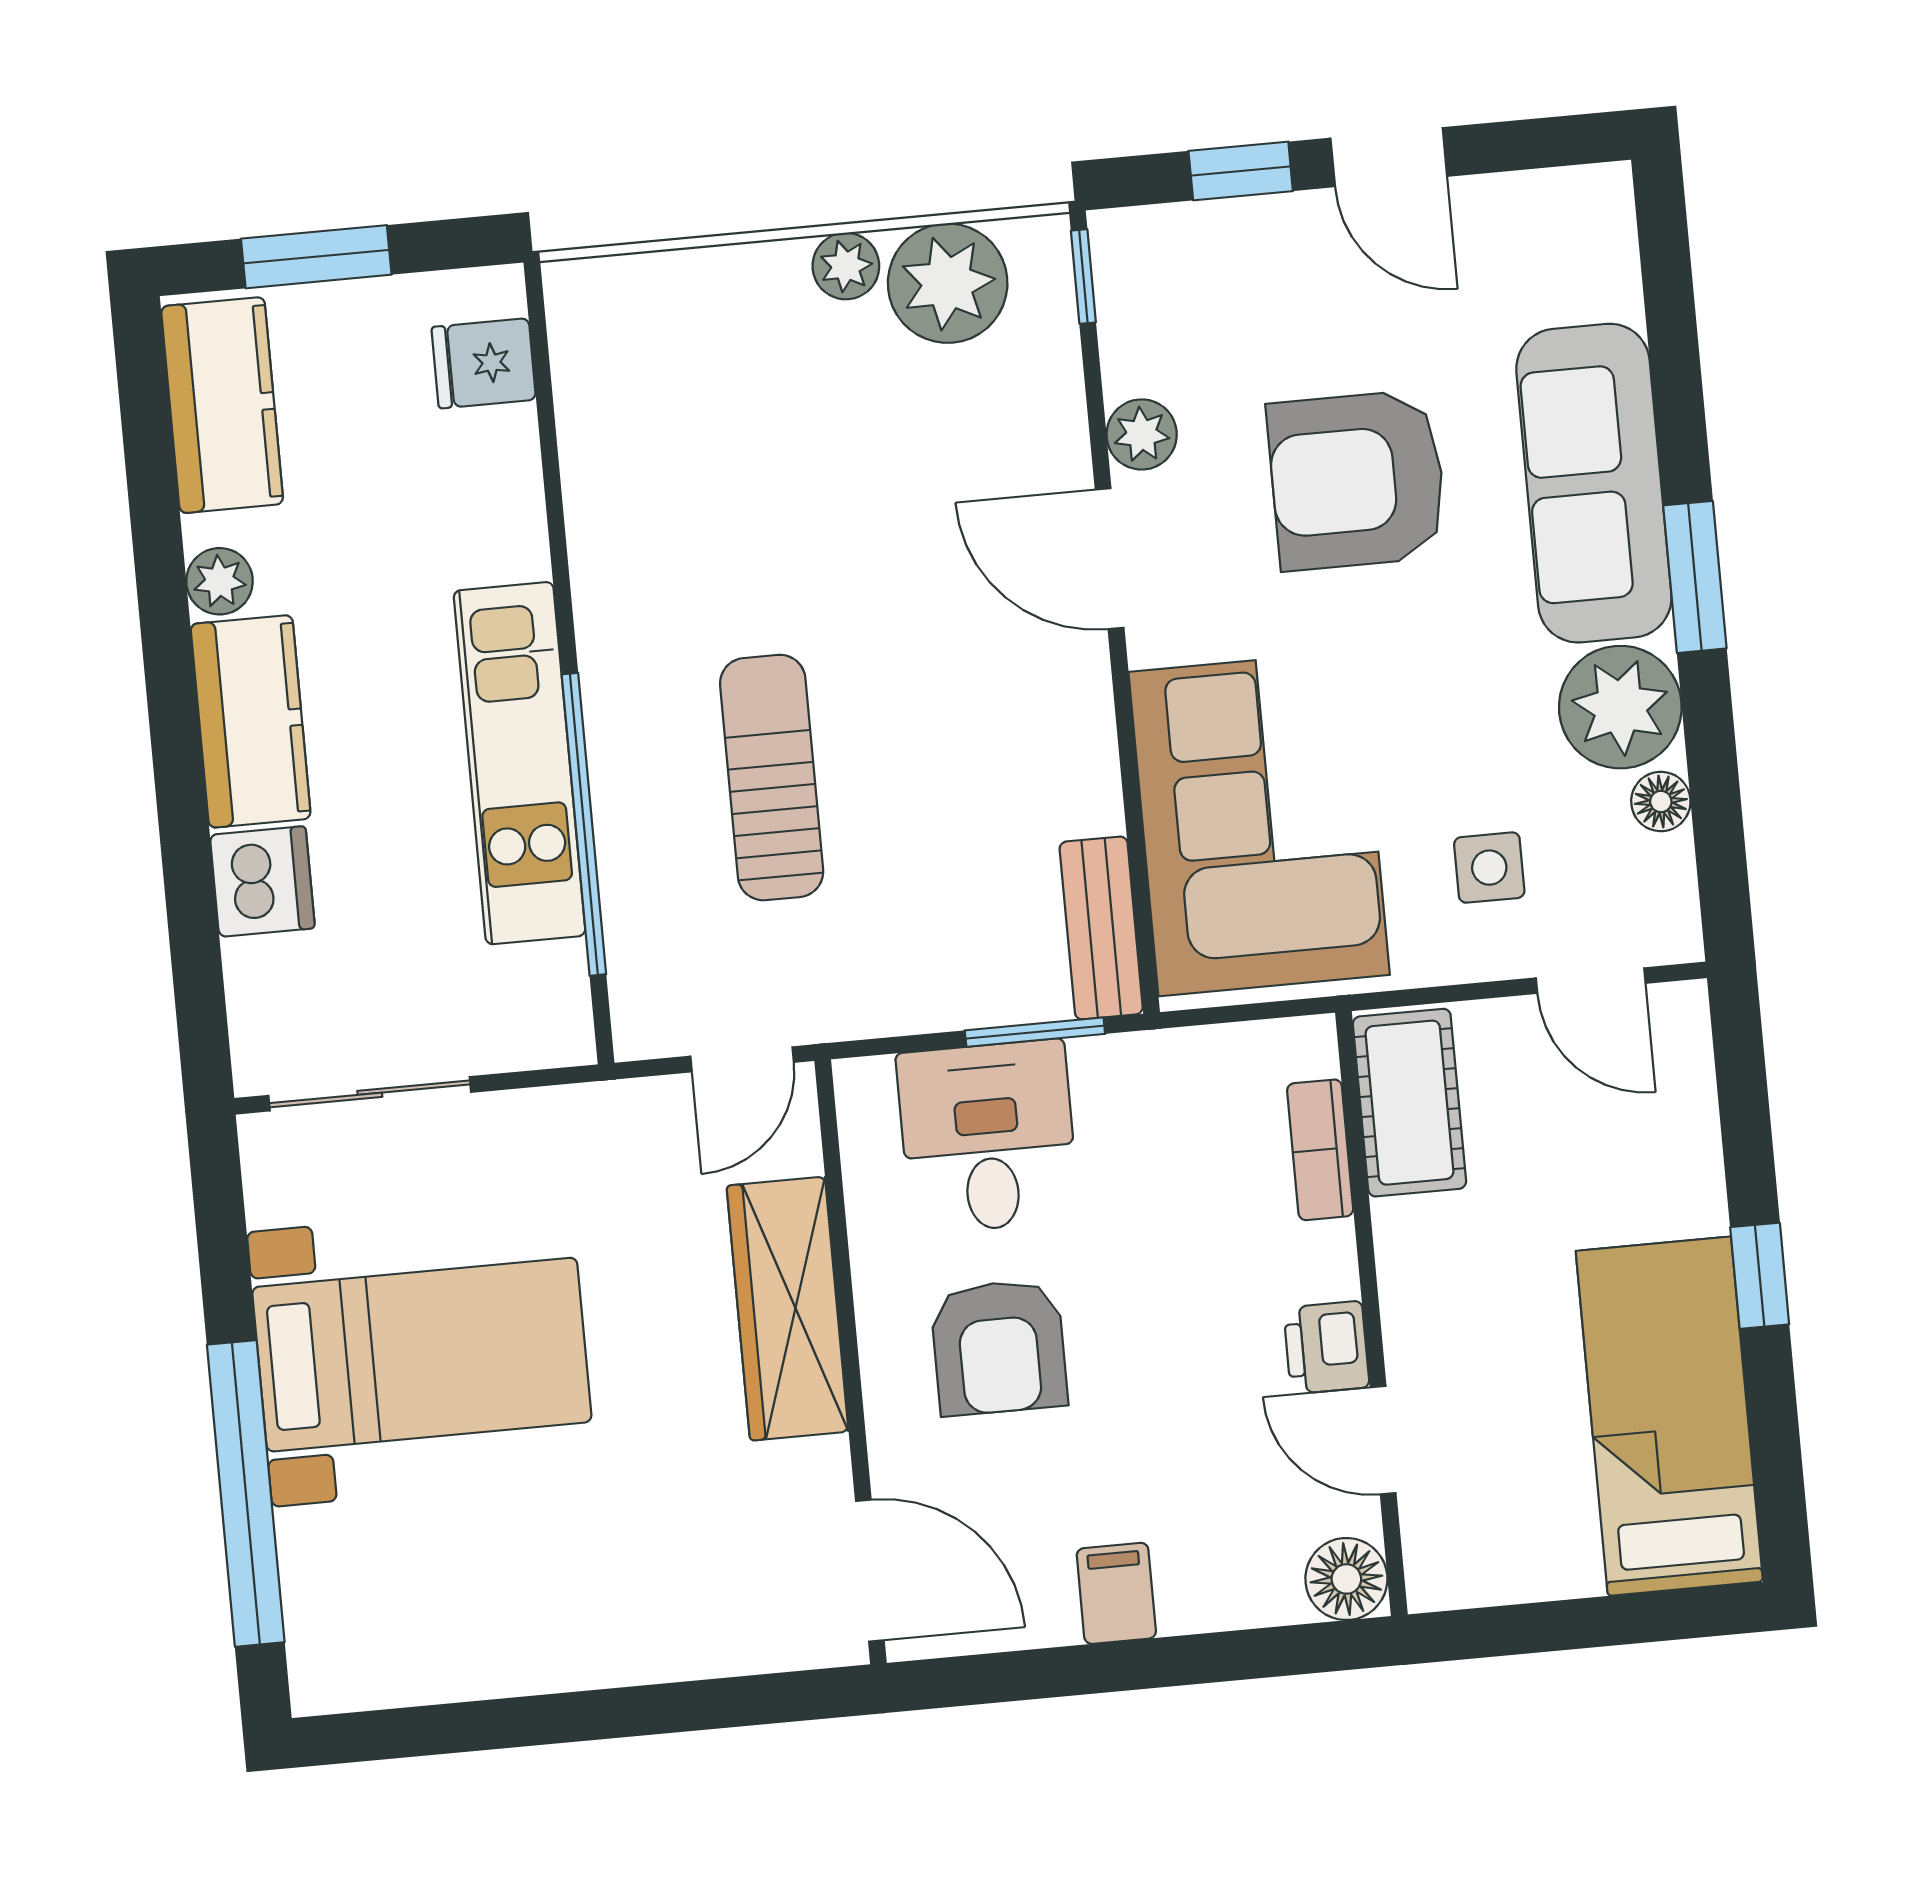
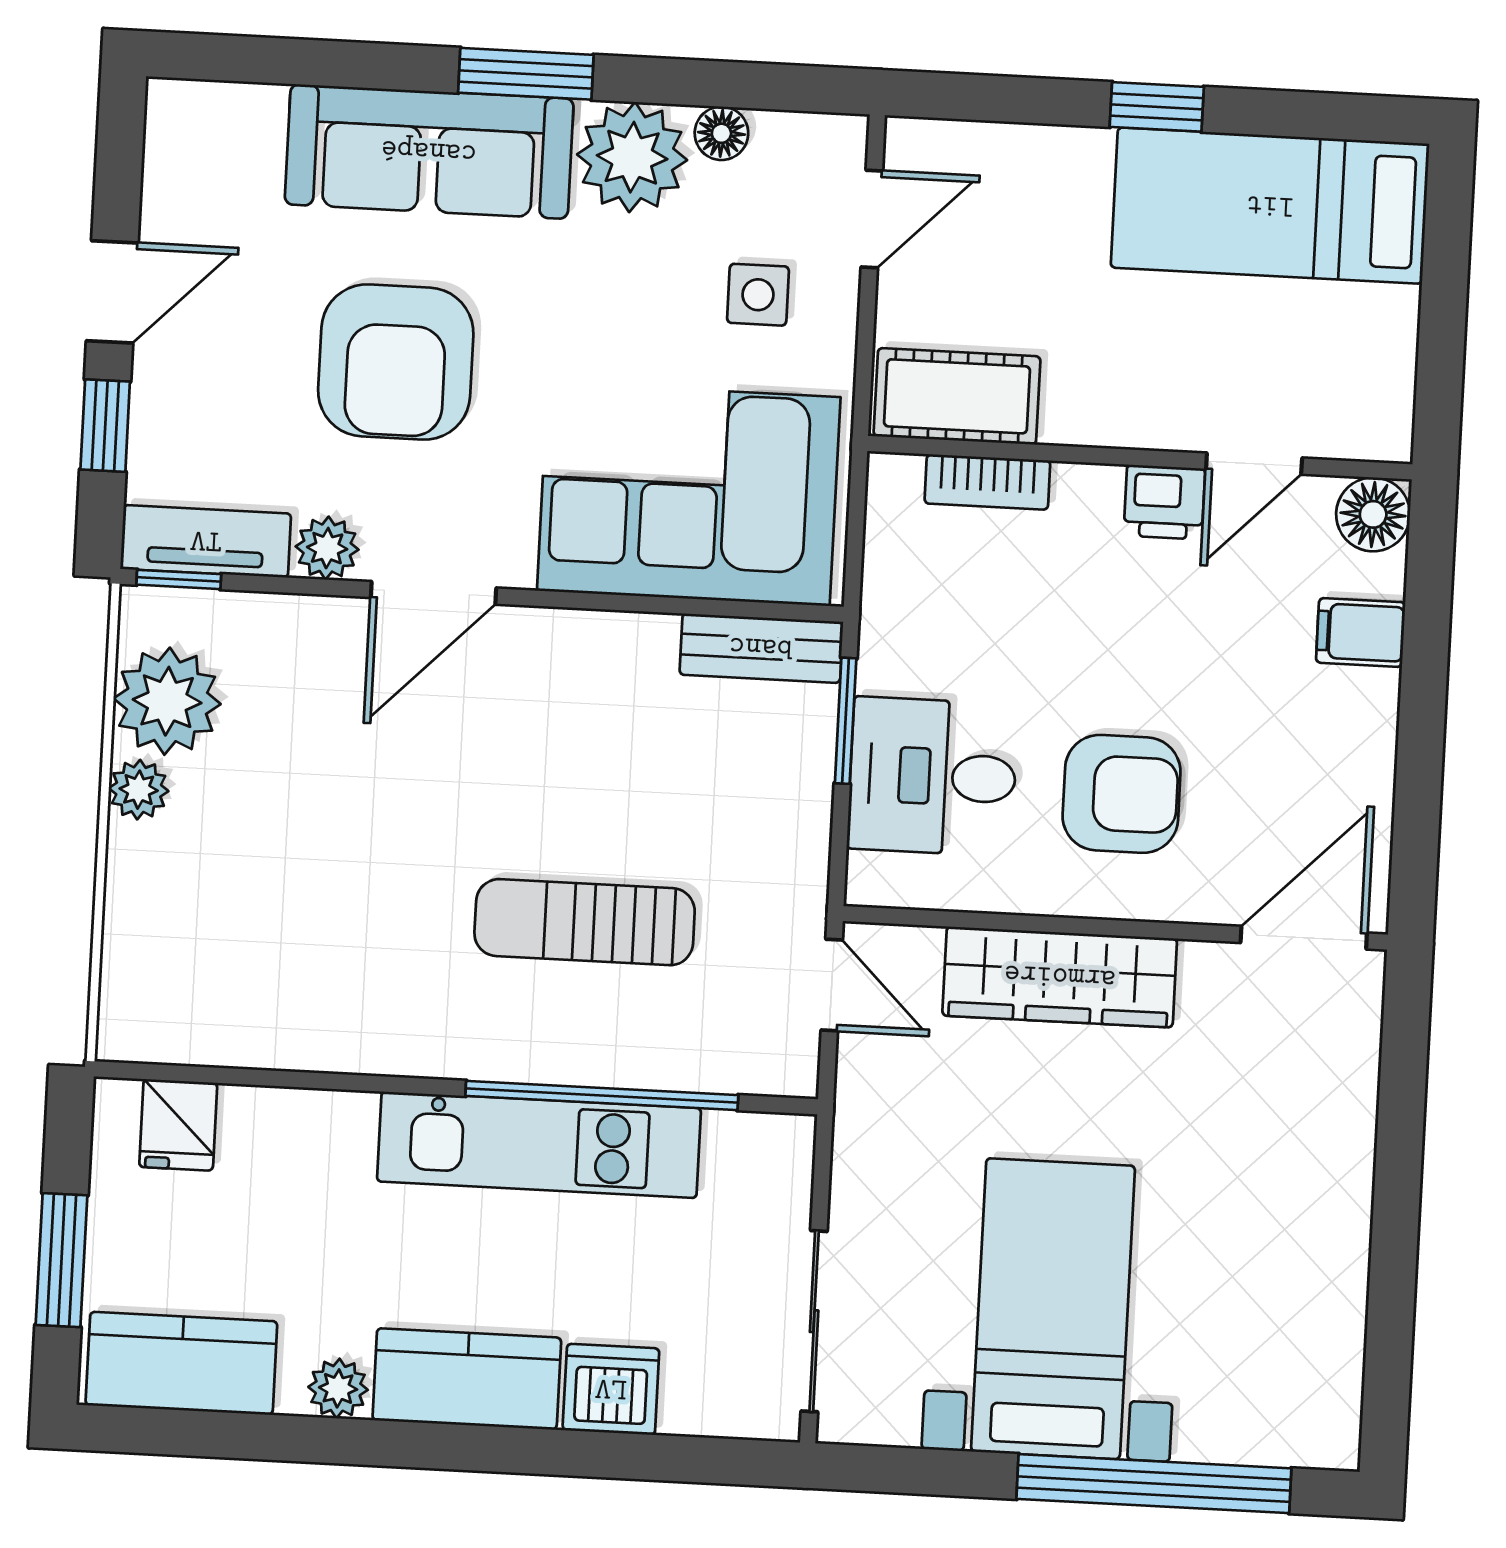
tv unit: (1130, 300) -> (206, 541), added
filing cabinet: (1116, 1593) -> (1361, 632), moved

